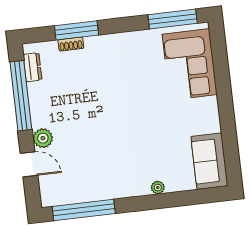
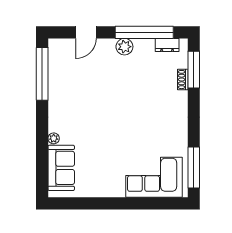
window: (76, 30) -> (194, 70), moved
plant: (43, 138) -> (124, 47), moved
sofa: (209, 161) -> (61, 168), moved, turned 90

